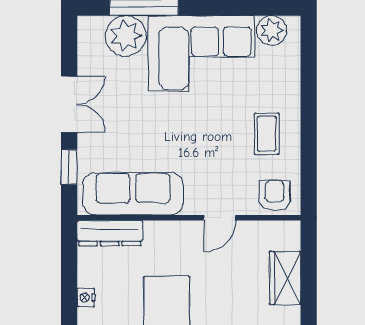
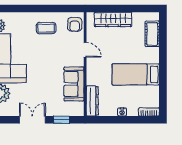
sofa: (133, 194) -> (74, 84), width x0.73
armchair: (275, 195) -> (75, 24), turned -90
wardrobe: (285, 278) -> (113, 19), width x1.50

